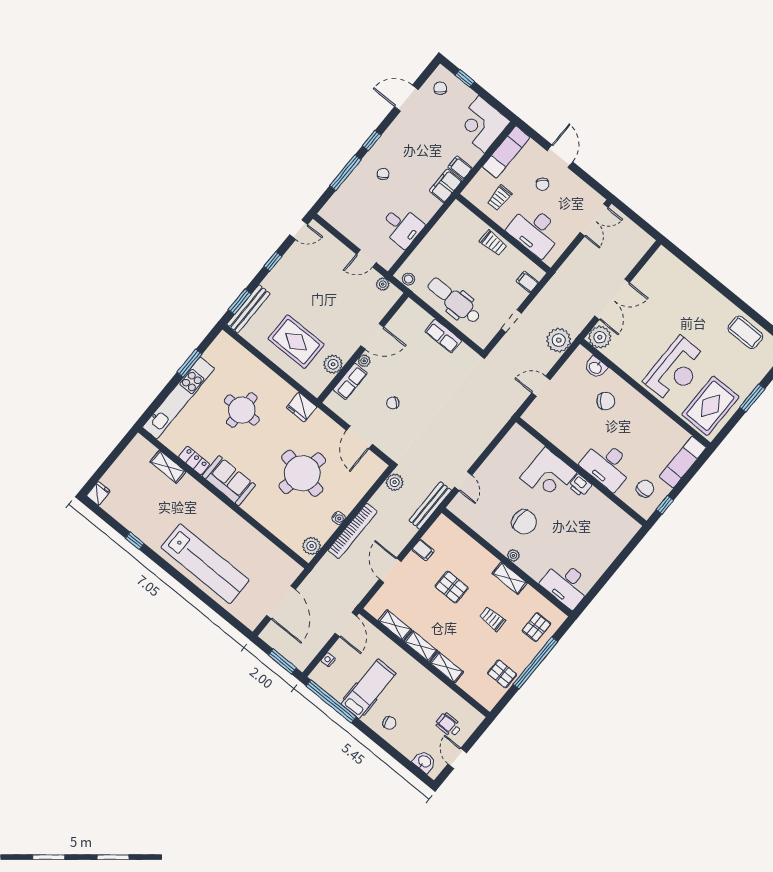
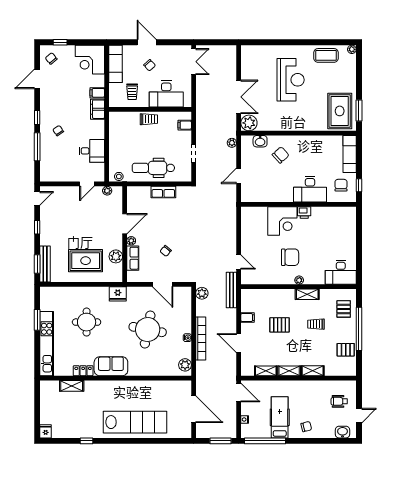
plant: (559, 340) -> (232, 143), width x0.53, depth x0.53
reception desk: (676, 370) -> (291, 80), moved
window: (752, 398) -> (359, 111), moved
door: (457, 758) -> (359, 416), swing flipped

